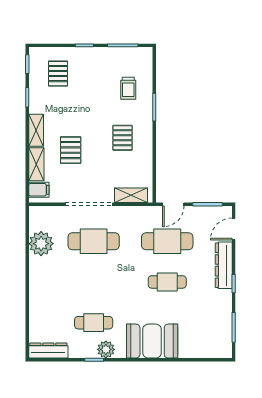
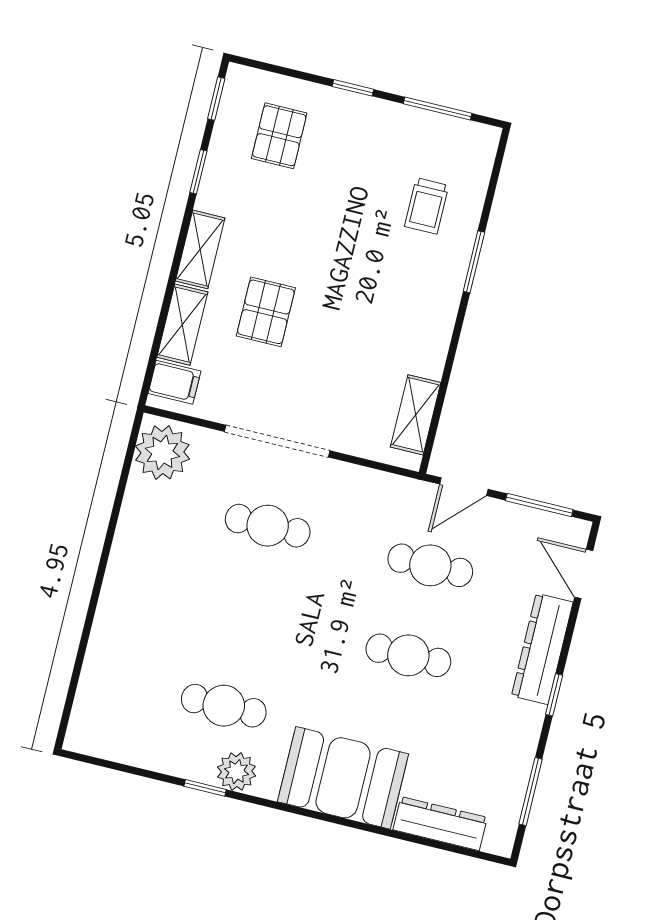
pallet: (123, 138) -> (387, 313), removed
shelving: (131, 195) -> (416, 415), moved, turned 90
door: (234, 229) -> (584, 574), hinge flipped
cafe table: (94, 241) -> (268, 526), width x0.73, depth x0.74
cafe table: (167, 241) -> (430, 565), width x0.73, depth x0.74
plant: (41, 244) -> (162, 452), moved
dresser: (48, 351) -> (440, 824), moved

